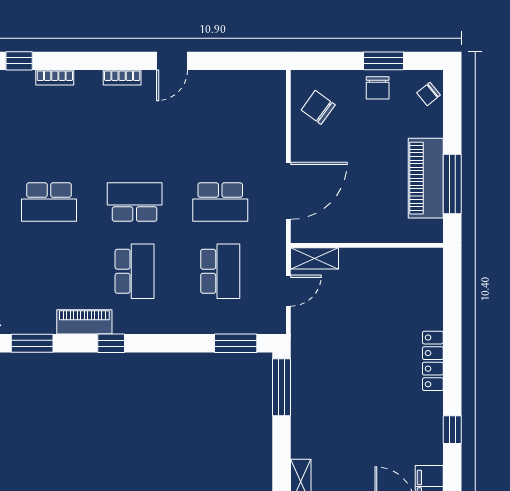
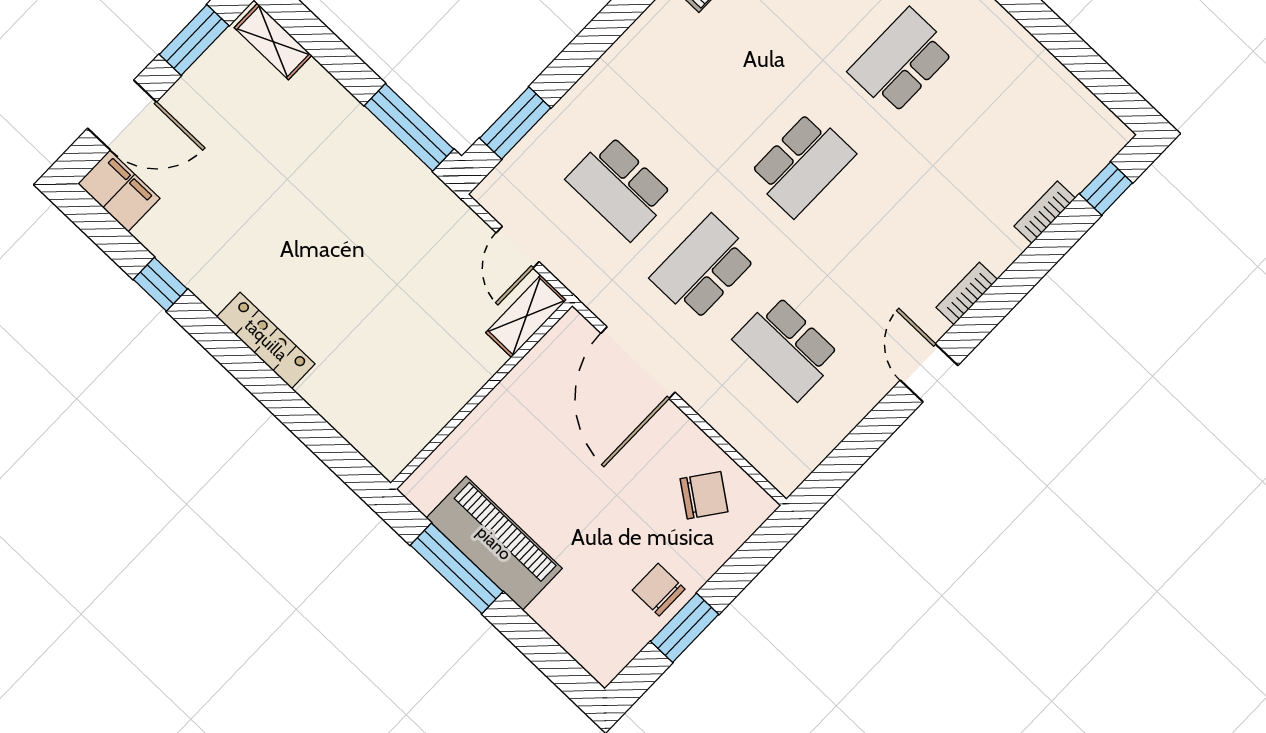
chair: (429, 94) -> (593, 644), removed
school desk: (135, 271) -> (787, 348), moved

